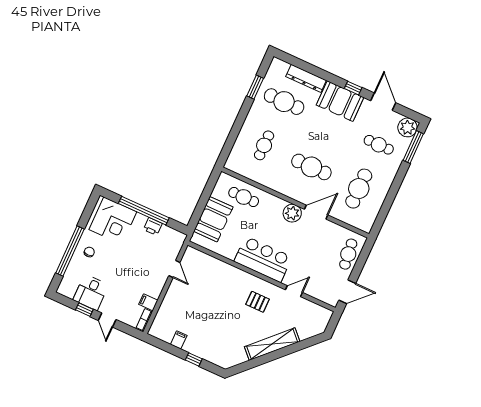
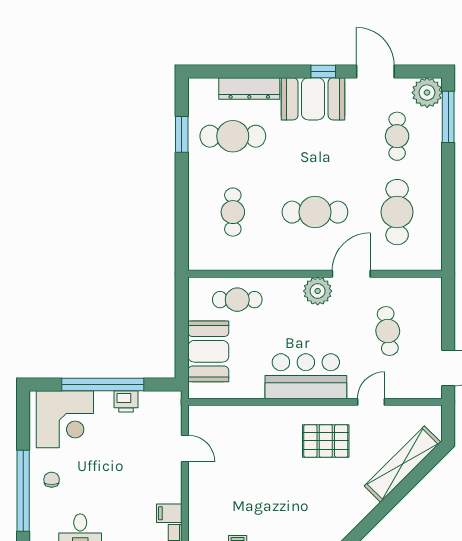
cafe table: (379, 145) -> (397, 136), turned 90
cafe table: (348, 254) -> (388, 331), moved
pallet: (258, 302) -> (326, 441), width x1.50, depth x1.42
shelving: (272, 344) -> (403, 464), moved

